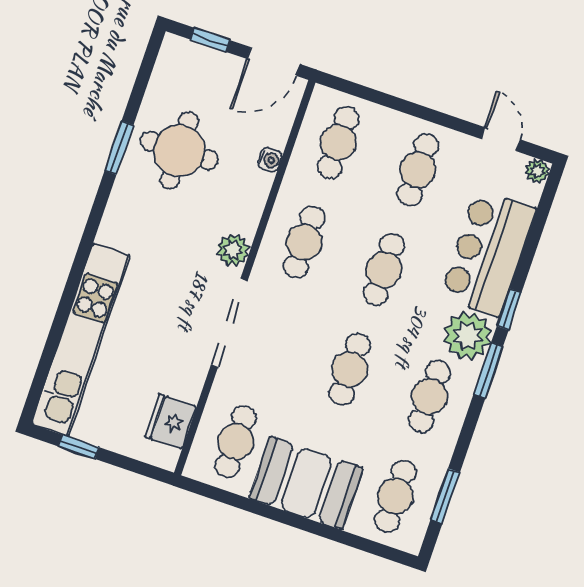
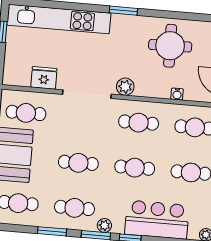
window: (119, 148) -> (123, 11), moved
plant: (468, 336) -> (104, 225), width x0.53, depth x0.53
fridge: (171, 422) -> (44, 78), moved
window: (445, 496) -> (52, 231), moved

